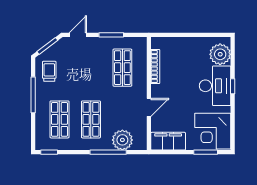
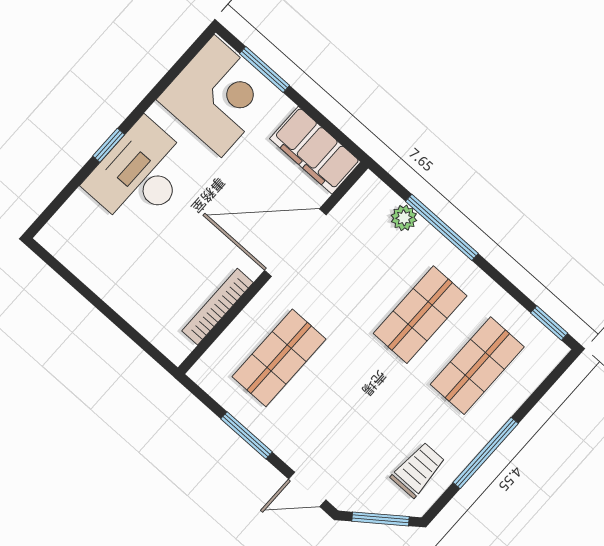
plant: (220, 54) -> (80, 224), removed
trolley: (49, 71) -> (418, 470), turned 180
door: (149, 107) -> (295, 243), width x1.87
plant: (122, 140) -> (404, 218), width x0.53, depth x0.53

